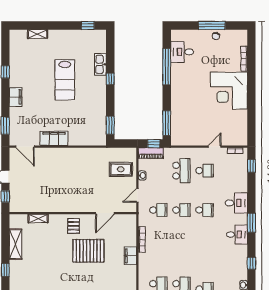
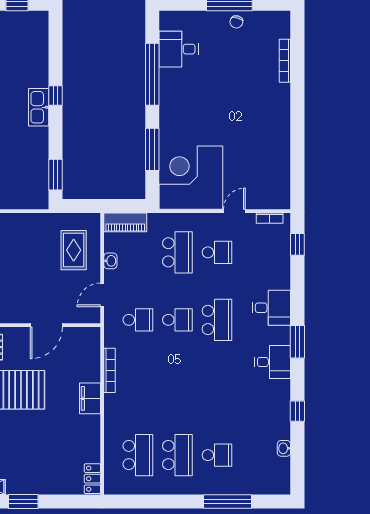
kitchen sink: (100, 64) -> (39, 107), moved
corner desk: (229, 91) -> (191, 178), moved, turned 90
window: (167, 123) -> (152, 149), moved
window: (154, 144) -> (130, 206), removed
rug: (121, 169) -> (74, 250), turned 90
school desk: (204, 210) -> (217, 320), width x1.85

